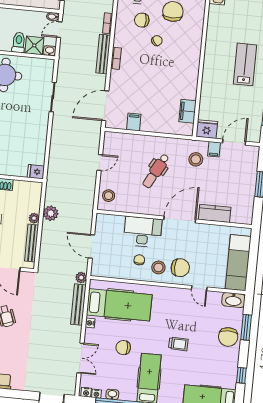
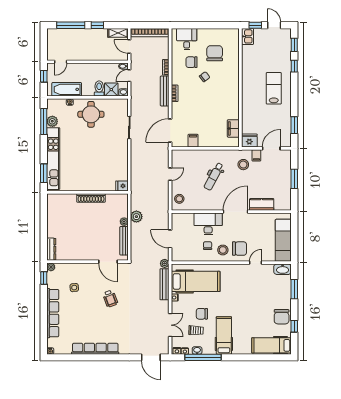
door: (199, 288) -> (256, 263), swing flipped
chair: (228, 337) -> (282, 317), moved
trolley: (178, 344) -> (196, 330), moved

